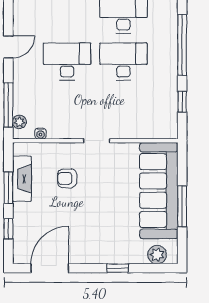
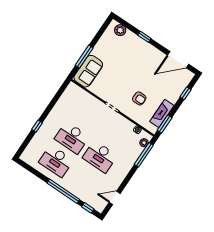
window: (182, 45) -> (37, 126), width x0.32
door: (8, 47) -> (115, 198), moved
window: (182, 102) -> (56, 98), removed
window: (8, 188) -> (165, 124), moved
sofa: (159, 191) -> (88, 71), width x0.54, depth x0.79
window: (182, 206) -> (84, 57), moved

